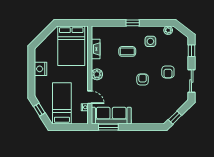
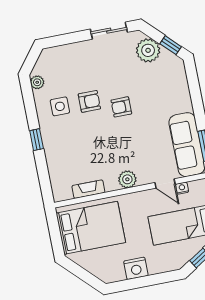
coffee table: (127, 51) -> (82, 139), removed
window: (191, 51) -> (62, 40), removed
armchair: (168, 72) -> (89, 101), moved
door: (90, 97) -> (165, 183), swing flipped
plant: (174, 103) -> (148, 50), added

